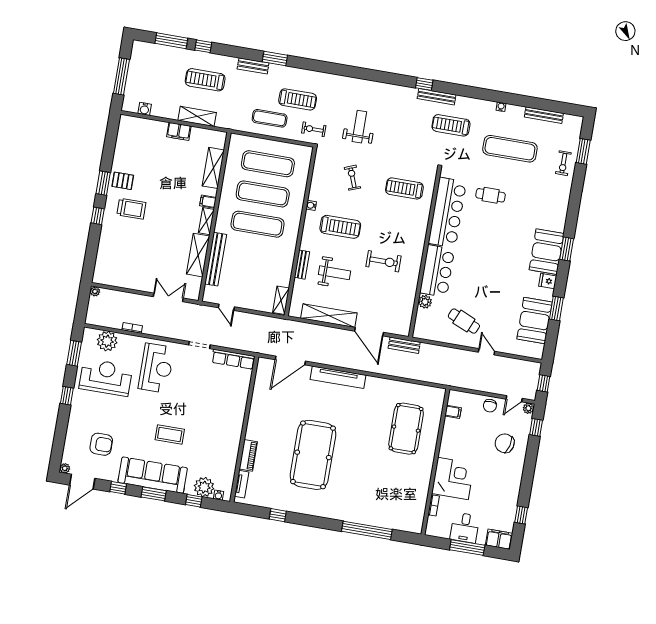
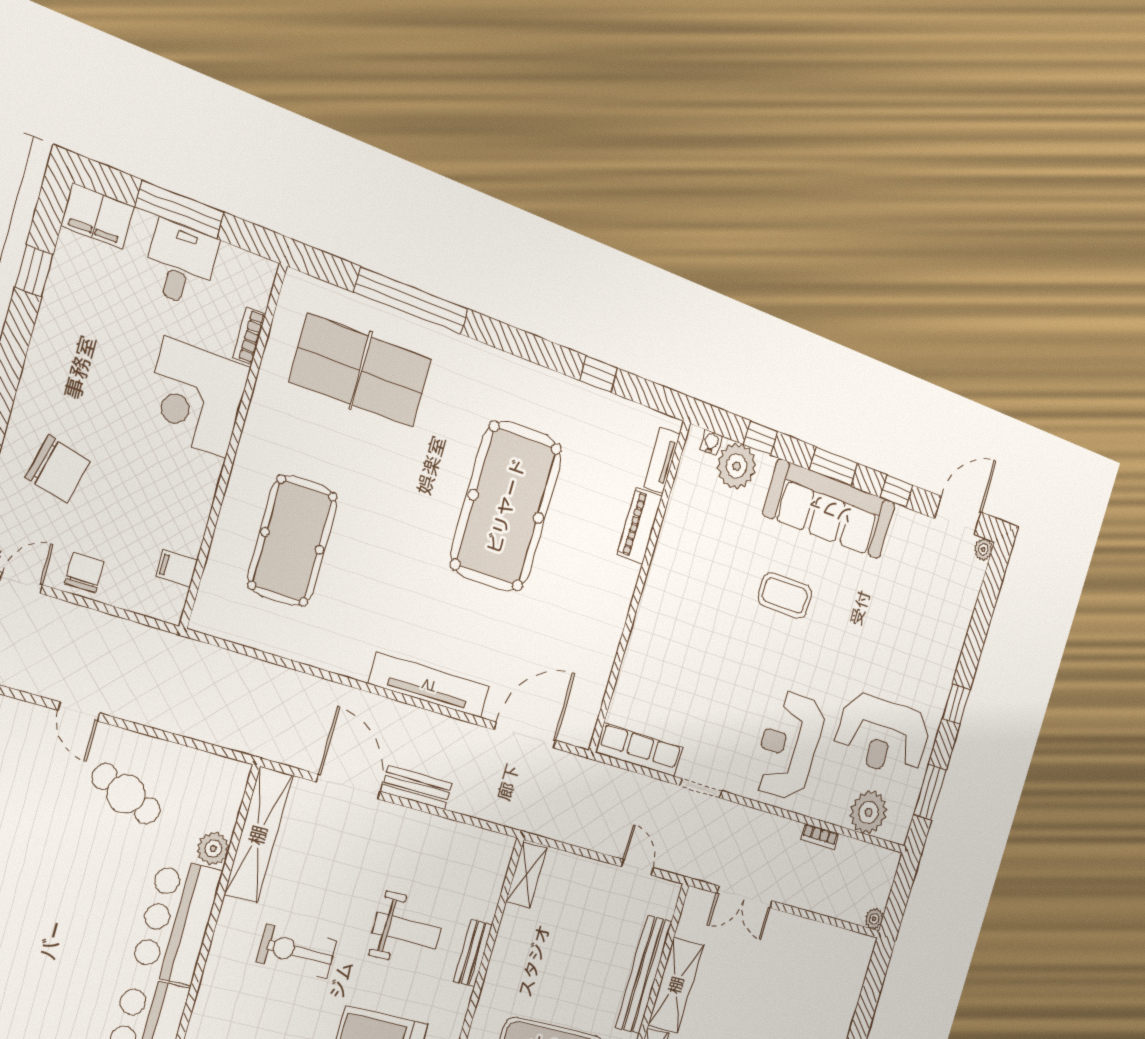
weight bench: (334, 273) -> (407, 930), turned 180
shelving: (329, 316) -> (258, 835), moved, turned 90
bench: (404, 345) -> (417, 787), moved
armchair: (101, 444) -> (912, 592), removed
table tennis table: (385, 500) -> (361, 370), added

